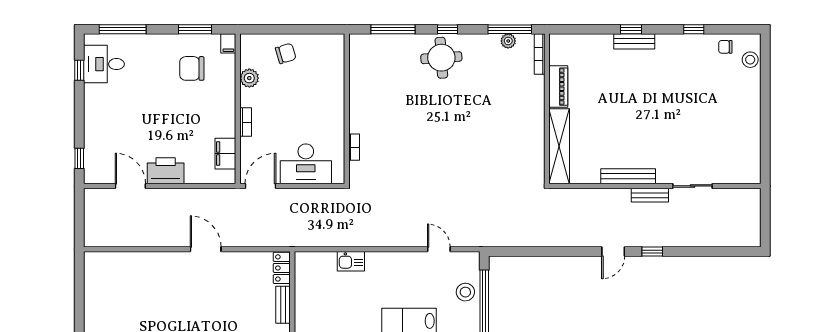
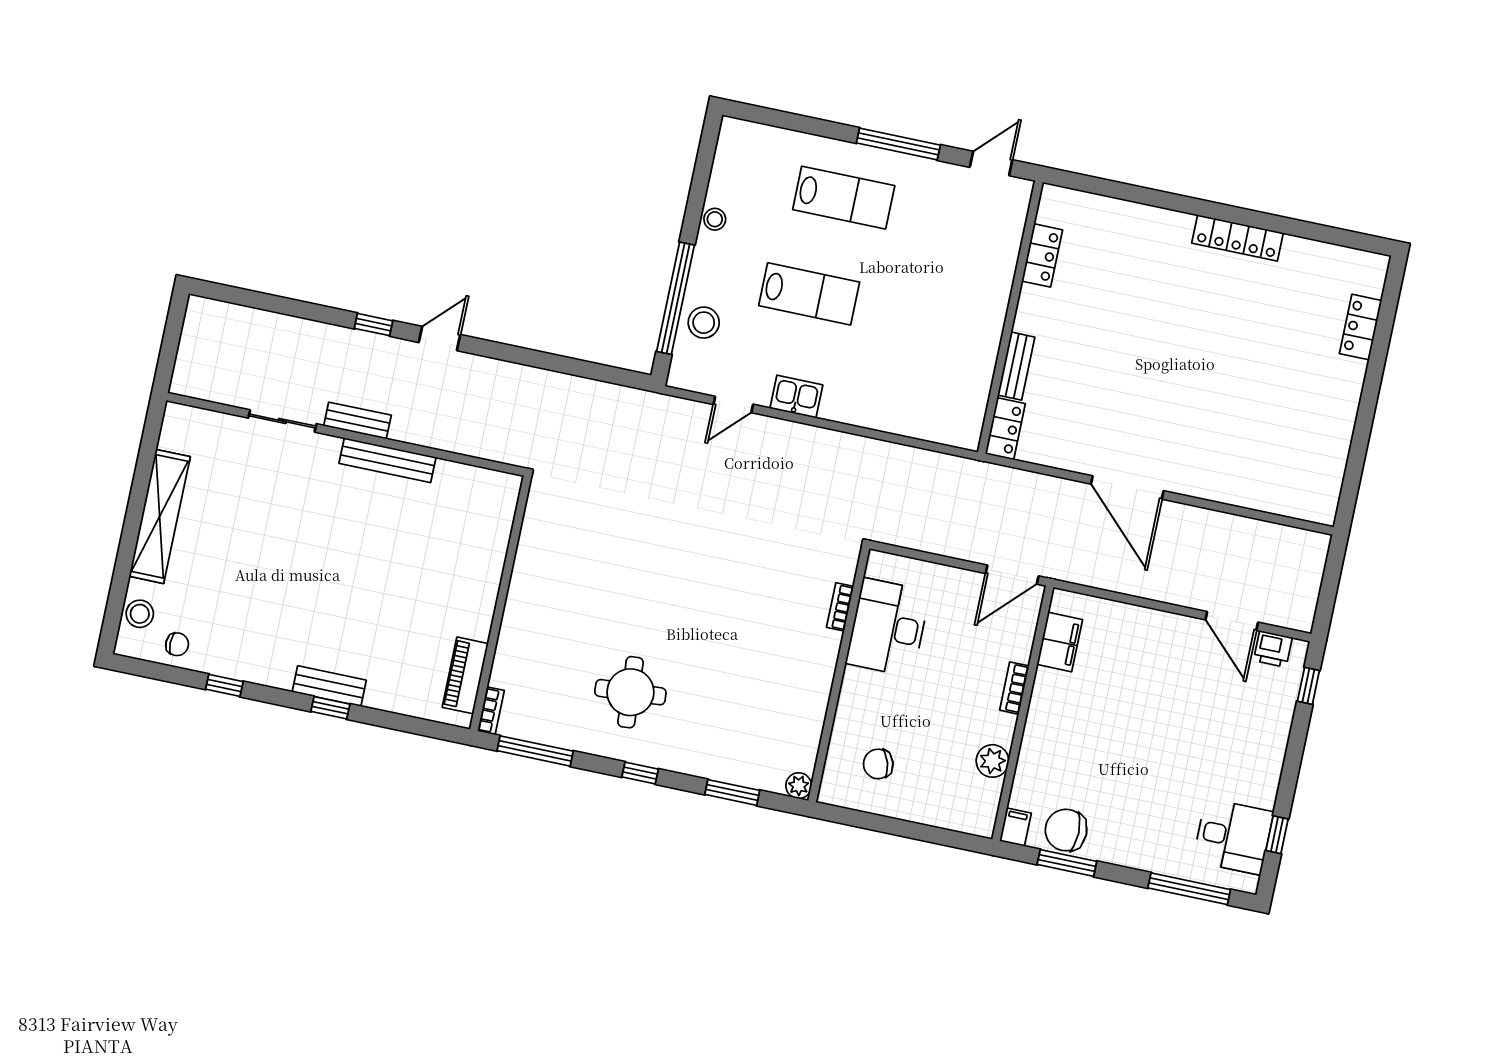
window: (393, 29) -> (732, 792), width x0.69
plant: (508, 41) -> (799, 786), moved
chair: (286, 53) -> (878, 764), moved
bookcase: (540, 54) -> (491, 711), width x0.64
round table: (441, 58) -> (630, 692), moved
chair: (192, 68) -> (1066, 830), moved, turned 180
piano: (558, 87) -> (465, 675), moved
shelving: (559, 146) -> (160, 516), moved
desk: (306, 164) -> (888, 627), moved, turned -90
printer: (166, 171) -> (1273, 649), moved, width x0.53, depth x0.68
door: (206, 249) -> (1127, 487), width x1.36
door: (439, 249) -> (733, 404), hinge flipped
kitchen sink: (351, 261) -> (796, 397), moved

